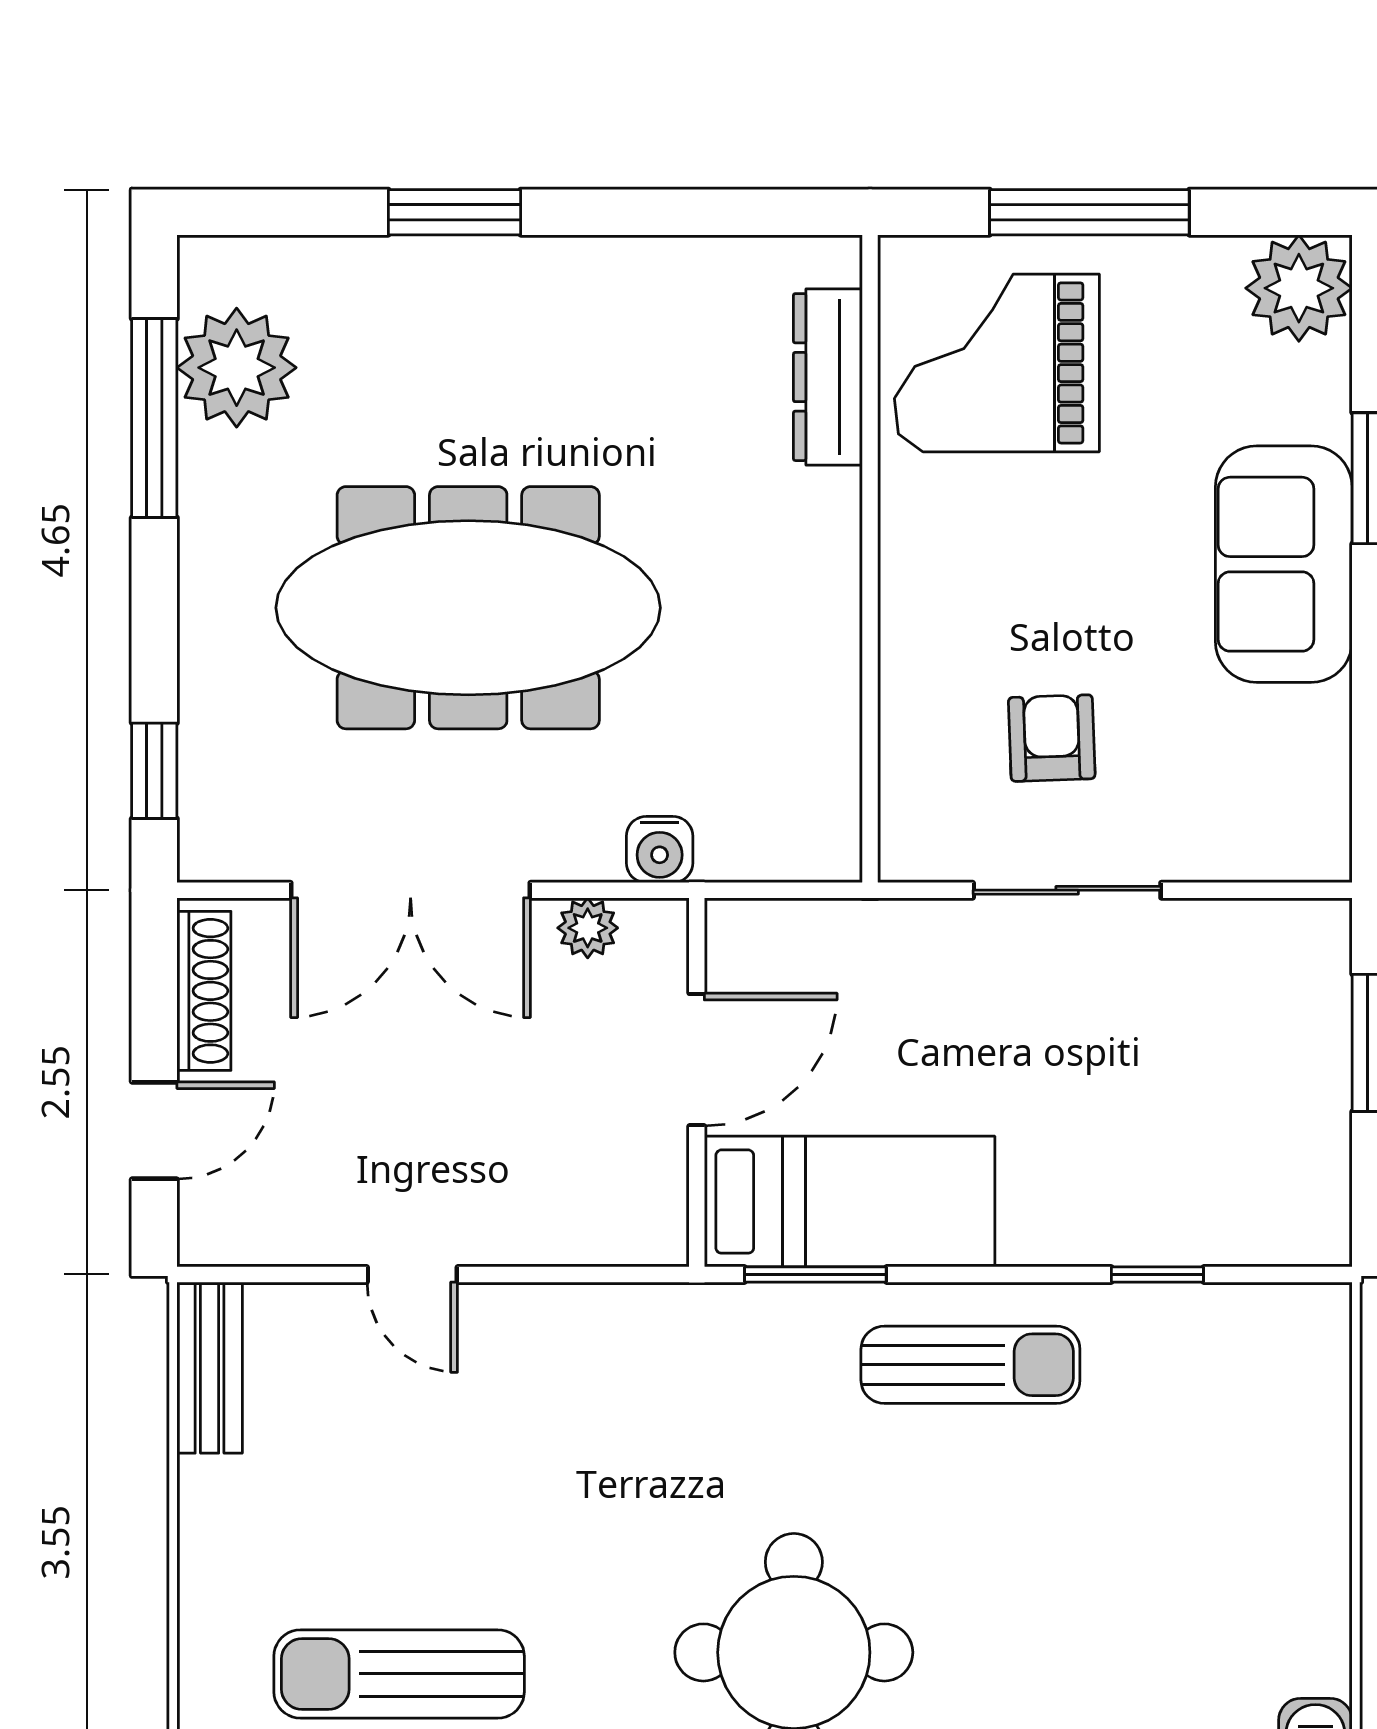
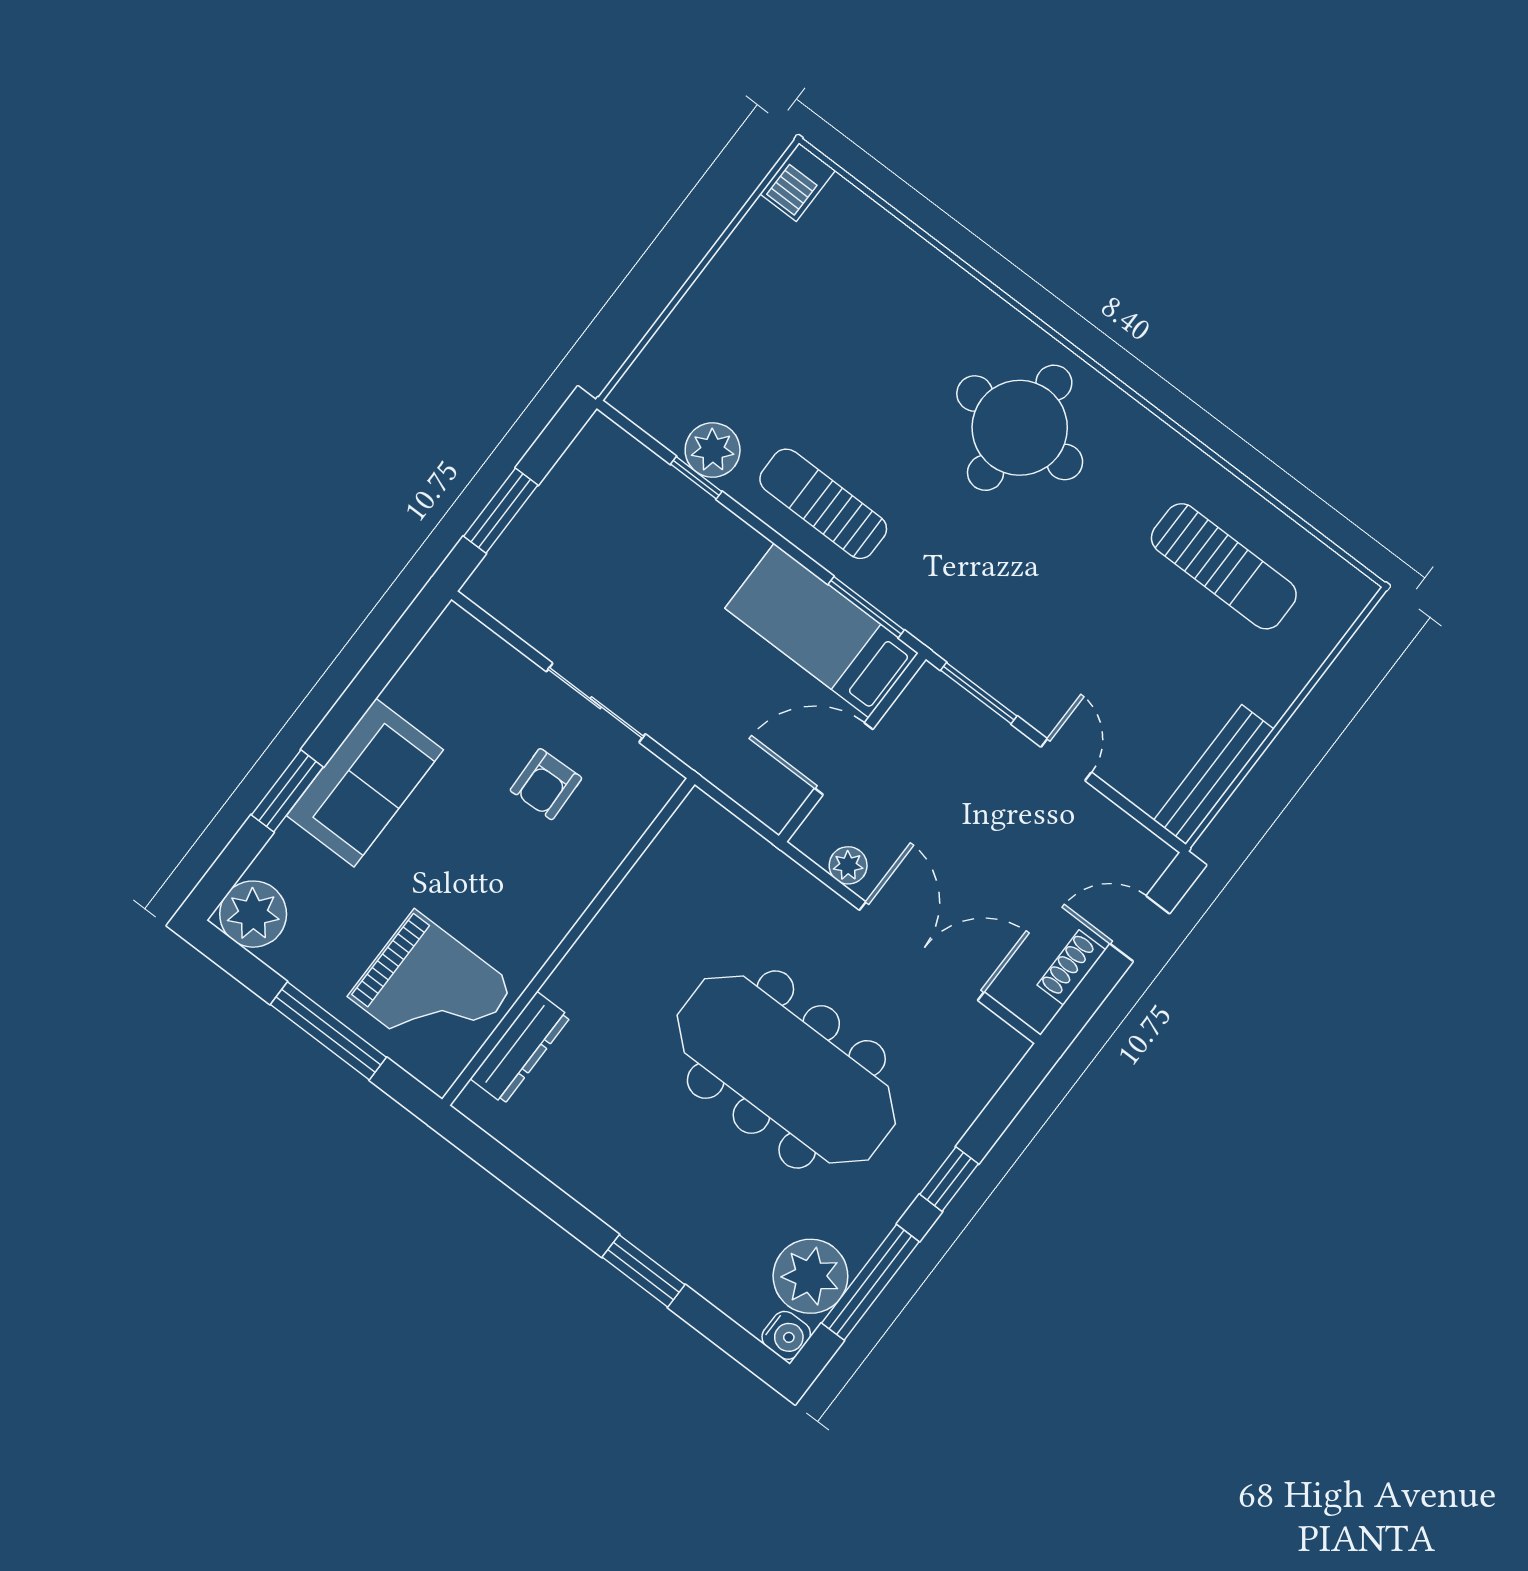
window: (154, 771) -> (949, 1179), moved
water cooler: (660, 850) -> (786, 1335), moved, turned 90
shoe rack: (204, 991) -> (1071, 967), width x0.70
window: (588, 1274) -> (979, 693), added
plant: (1164, 1326) -> (713, 450), added
bench: (210, 1368) -> (1214, 775), width x1.36

